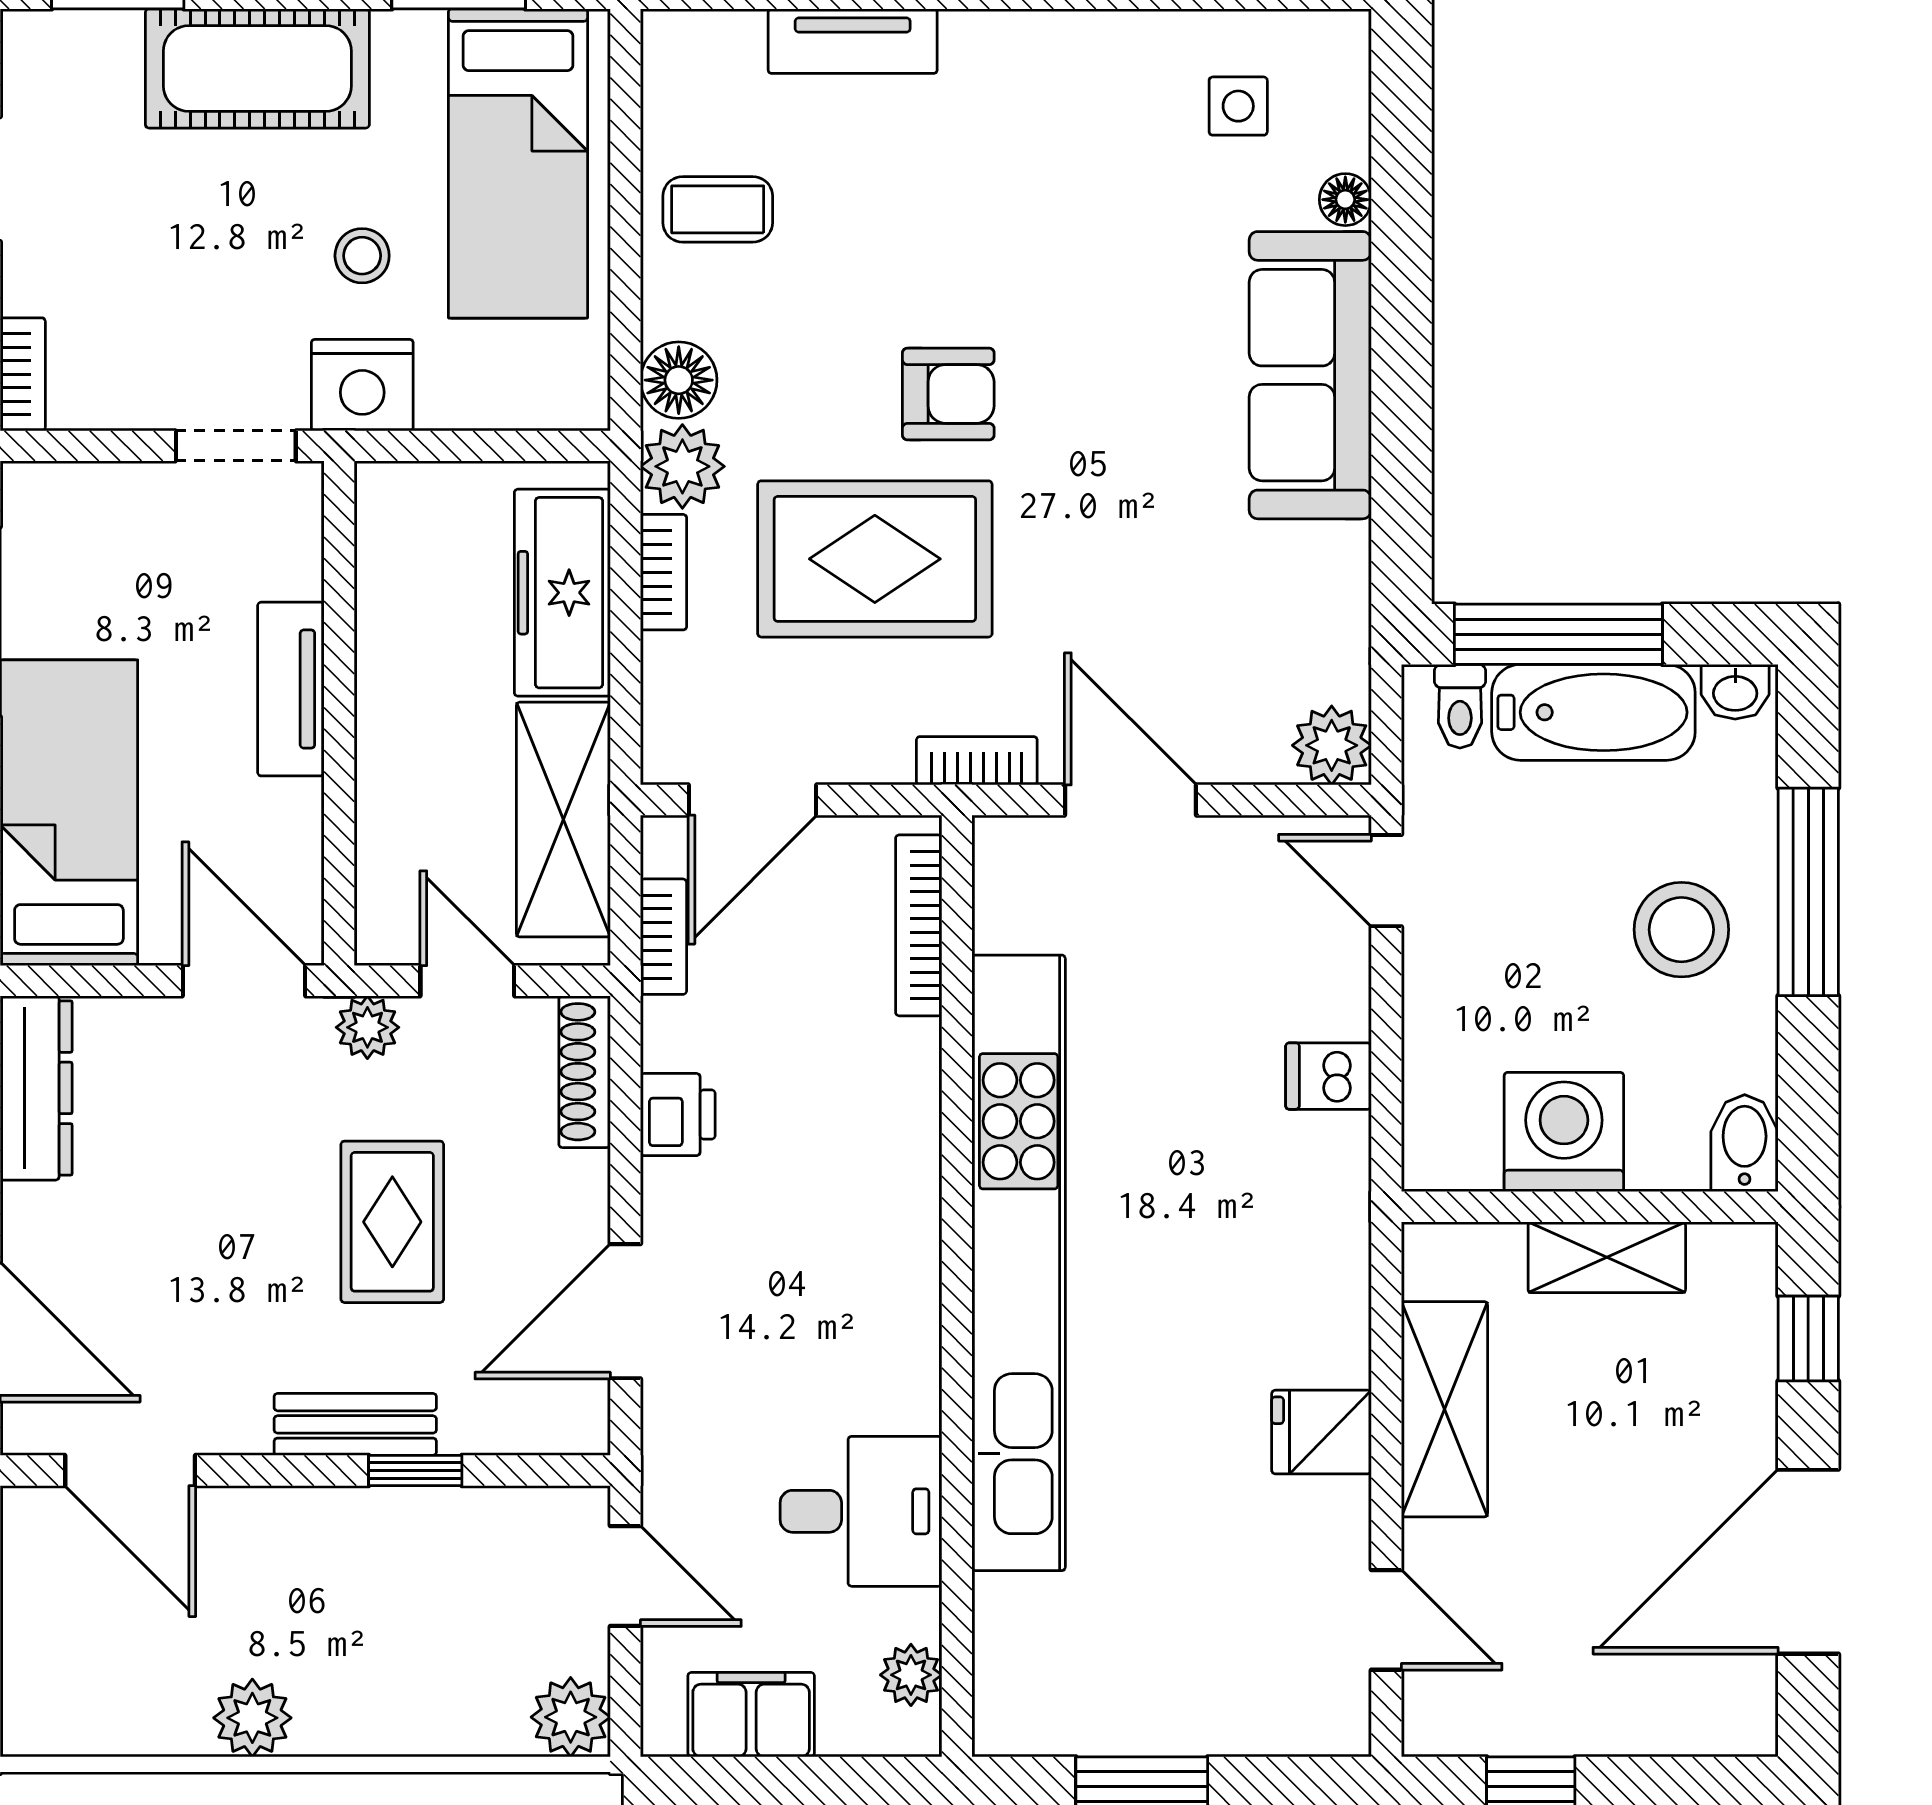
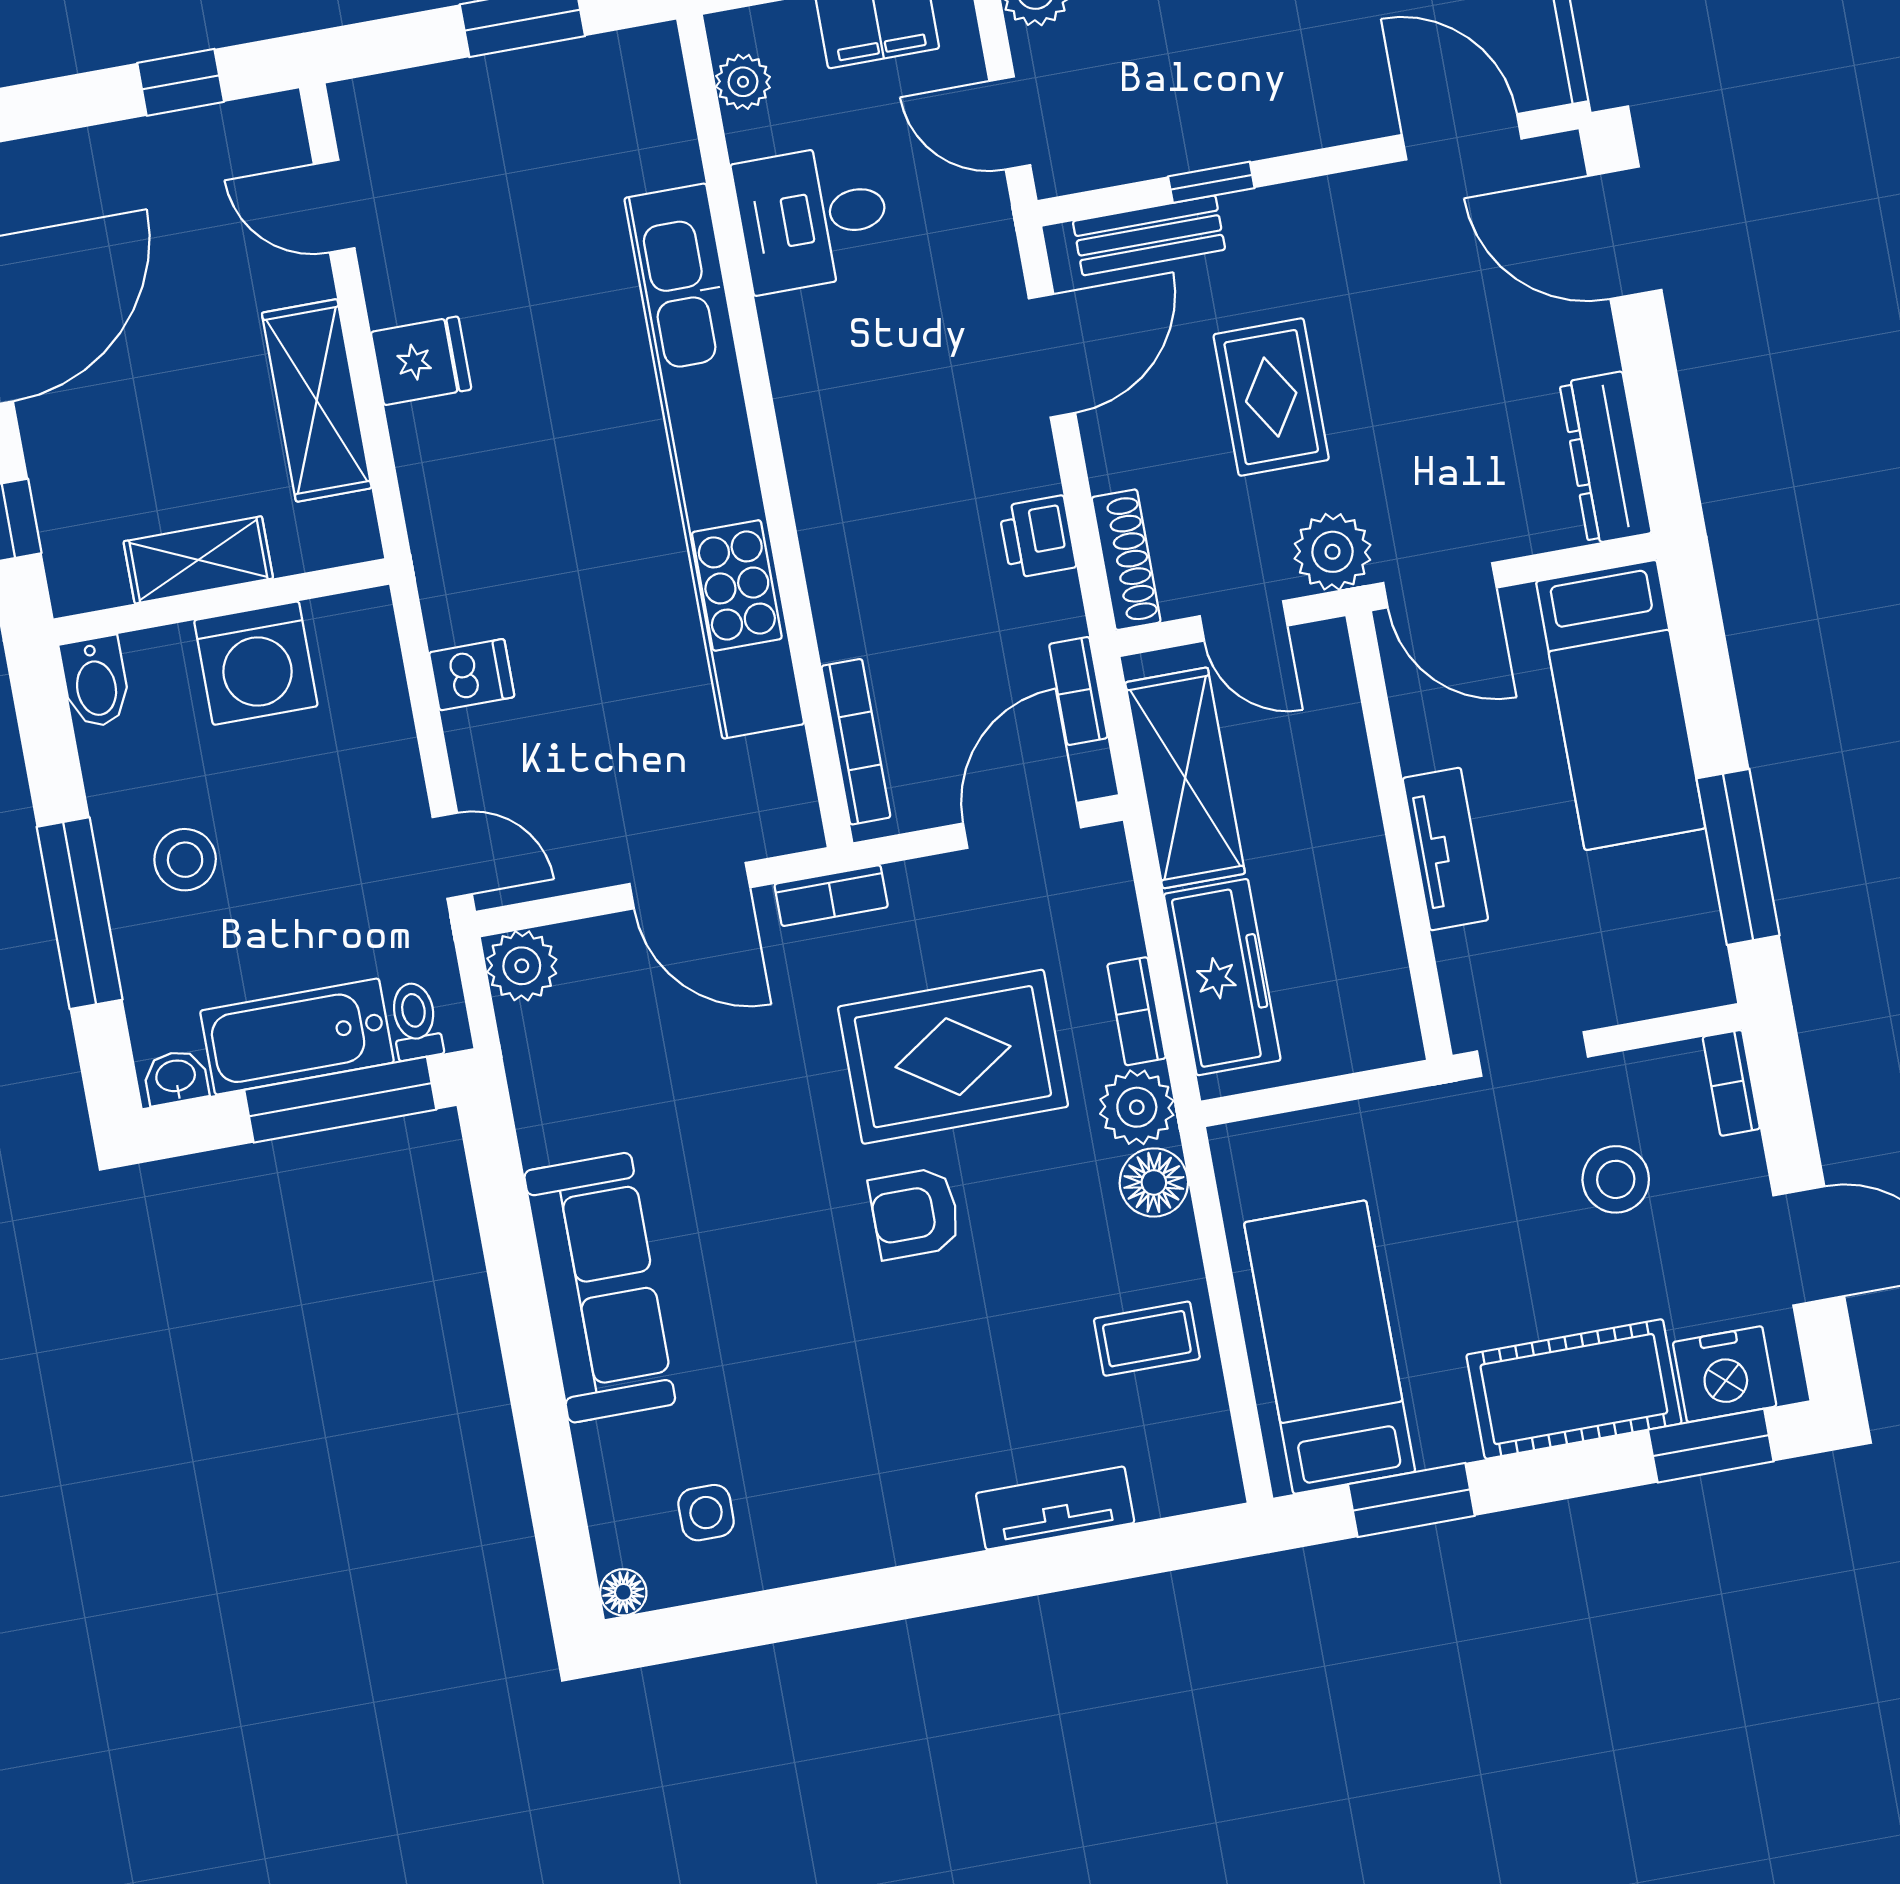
floor lamp: (1345, 200) -> (623, 1592), moved
stool: (362, 256) -> (1616, 1179), moved, width x1.37, depth x1.37
nightstand: (362, 385) -> (1725, 1374), moved, turned 180
stool: (1681, 930) -> (185, 860), width x0.73, depth x0.73
plant: (367, 1027) -> (1332, 552), width x1.38, depth x1.38
bench: (355, 1424) -> (1149, 235), moved

